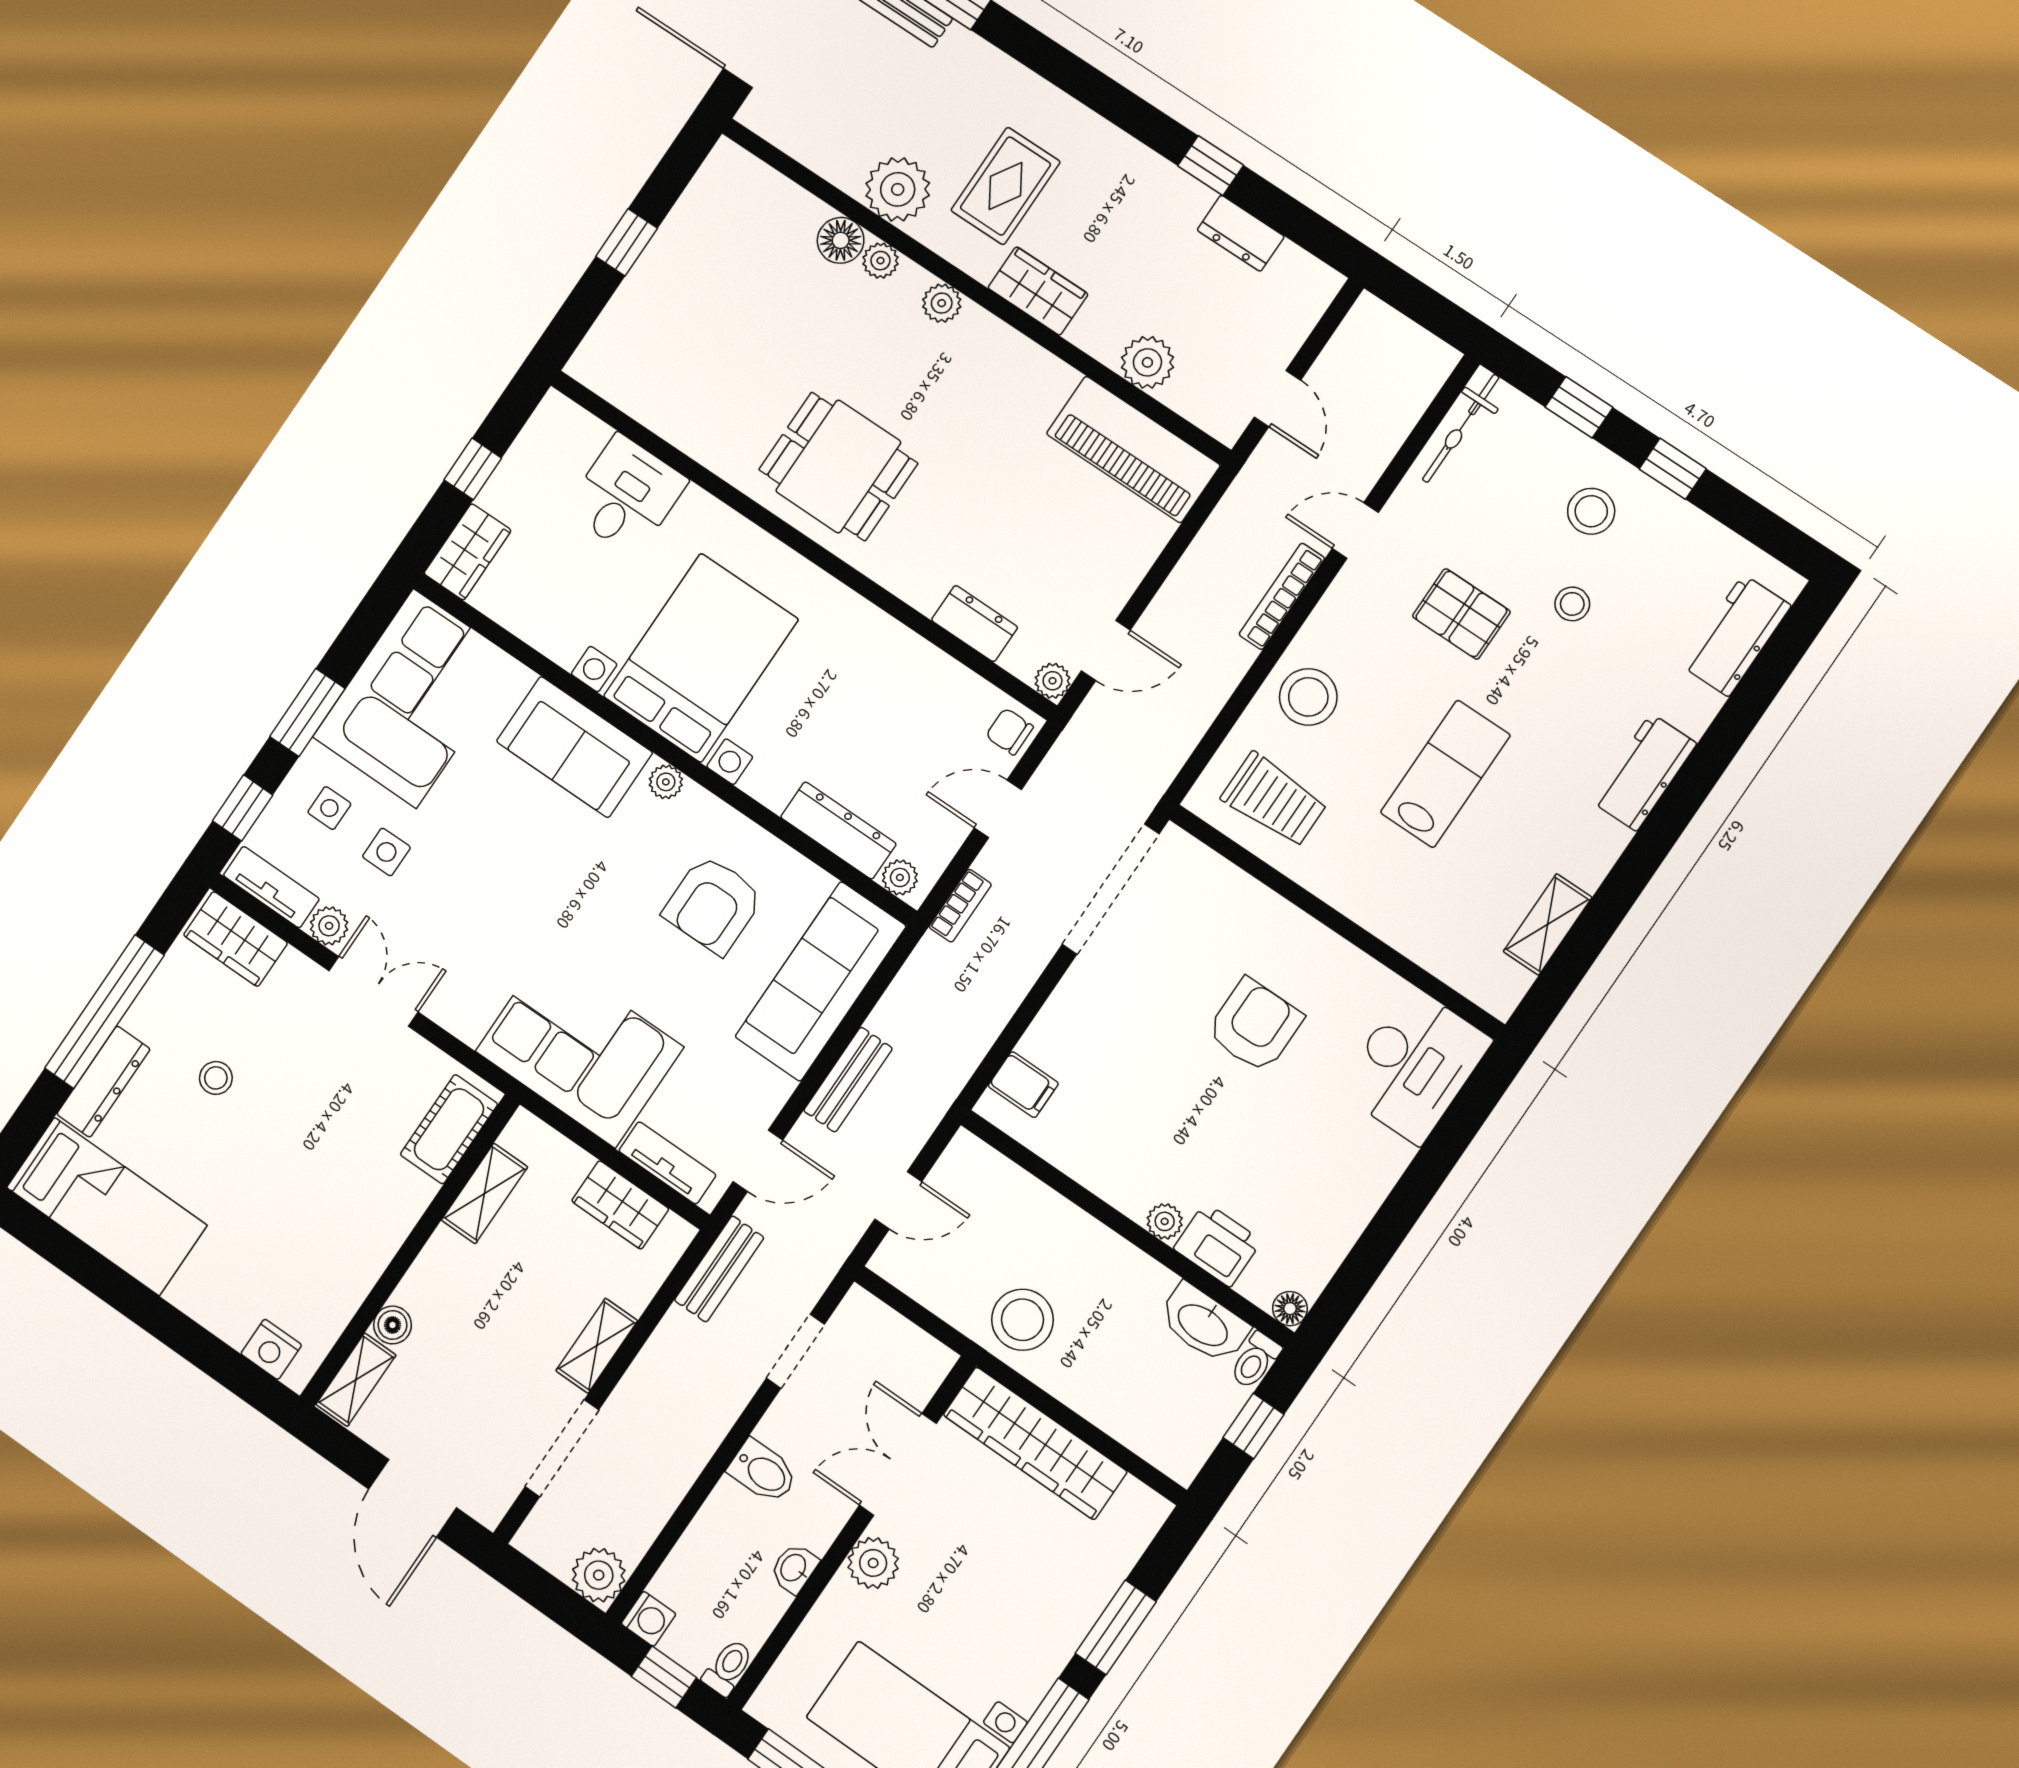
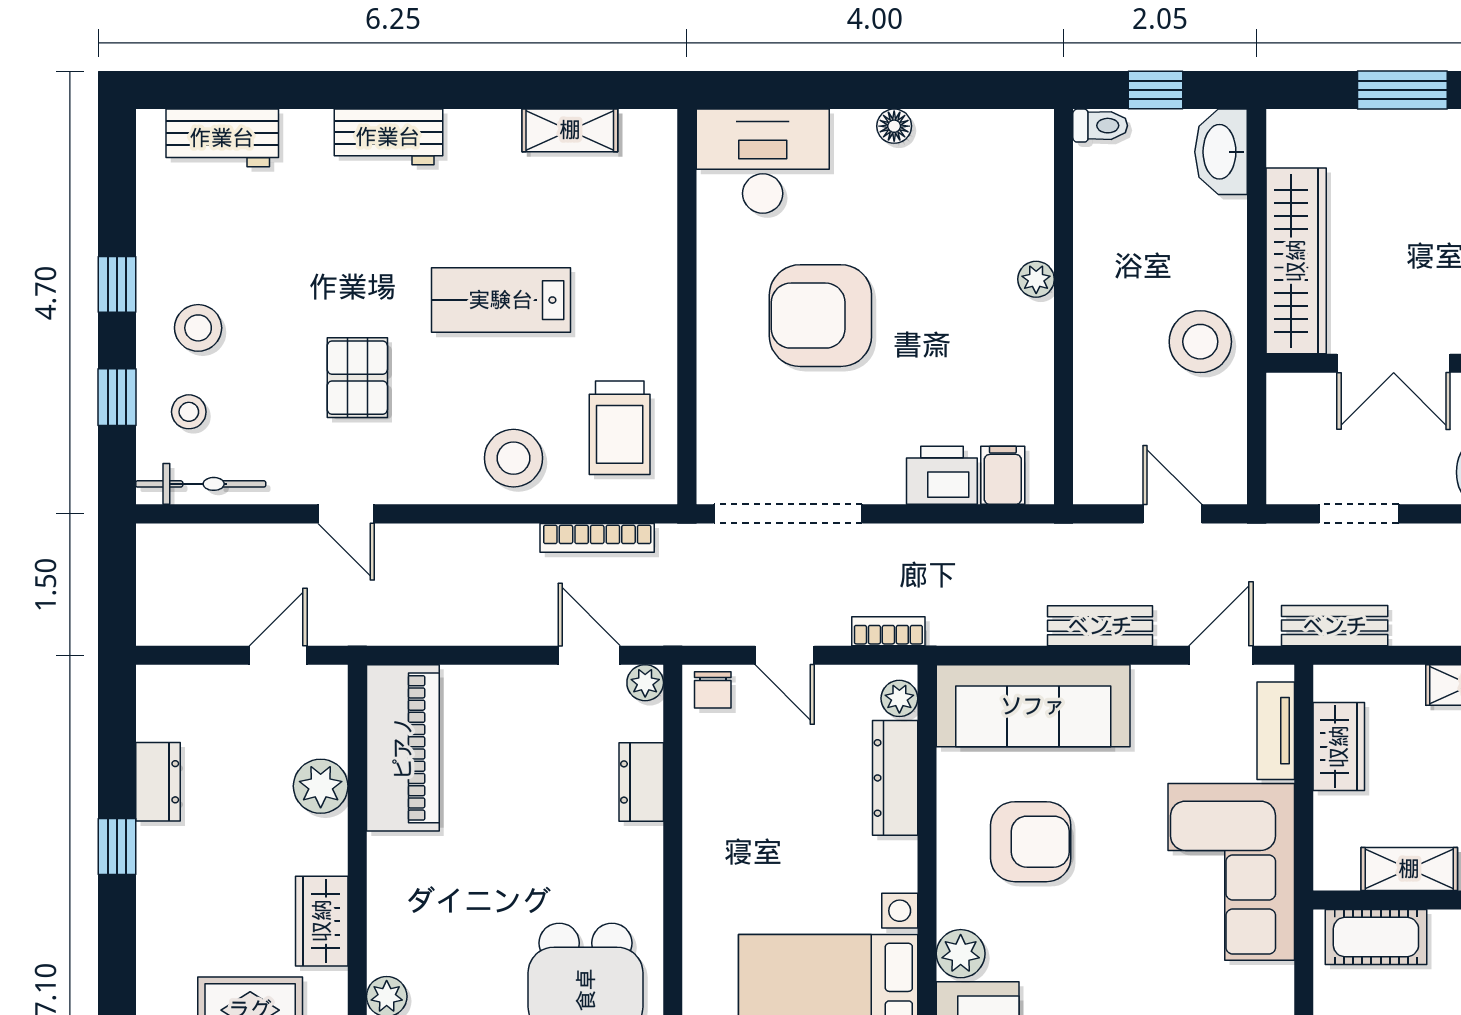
bookcase: (1282, 596) -> (597, 538), moved
stool: (1572, 604) -> (189, 412), moved
plant: (666, 782) -> (961, 954), width x1.38, depth x1.38
trolley: (1274, 800) -> (620, 428), turned 180
armchair: (1255, 1026) -> (820, 316), width x1.36, depth x1.36
door: (758, 1161) -> (1221, 655), hinge flipped
printer: (1218, 1245) -> (942, 475), moved, turned 90
floor lamp: (1290, 1309) -> (894, 126), moved
washbasin: (1204, 1324) -> (1221, 152), moved, turned 180

